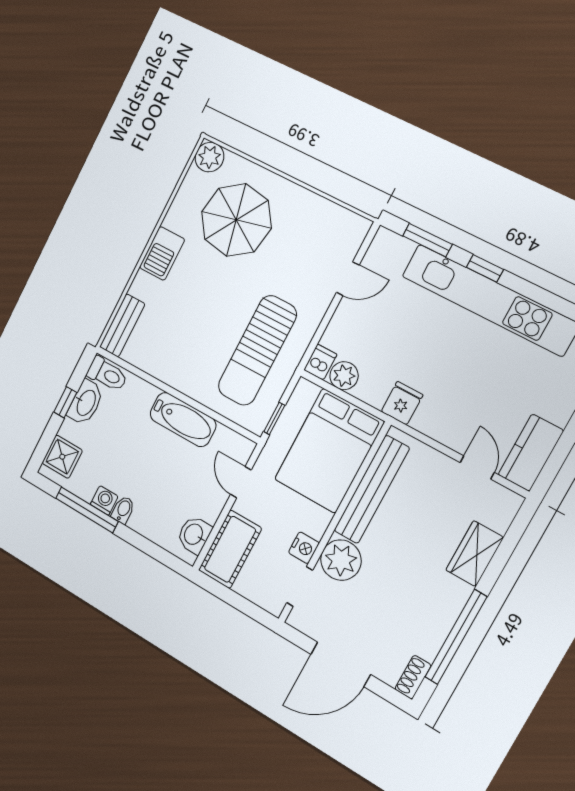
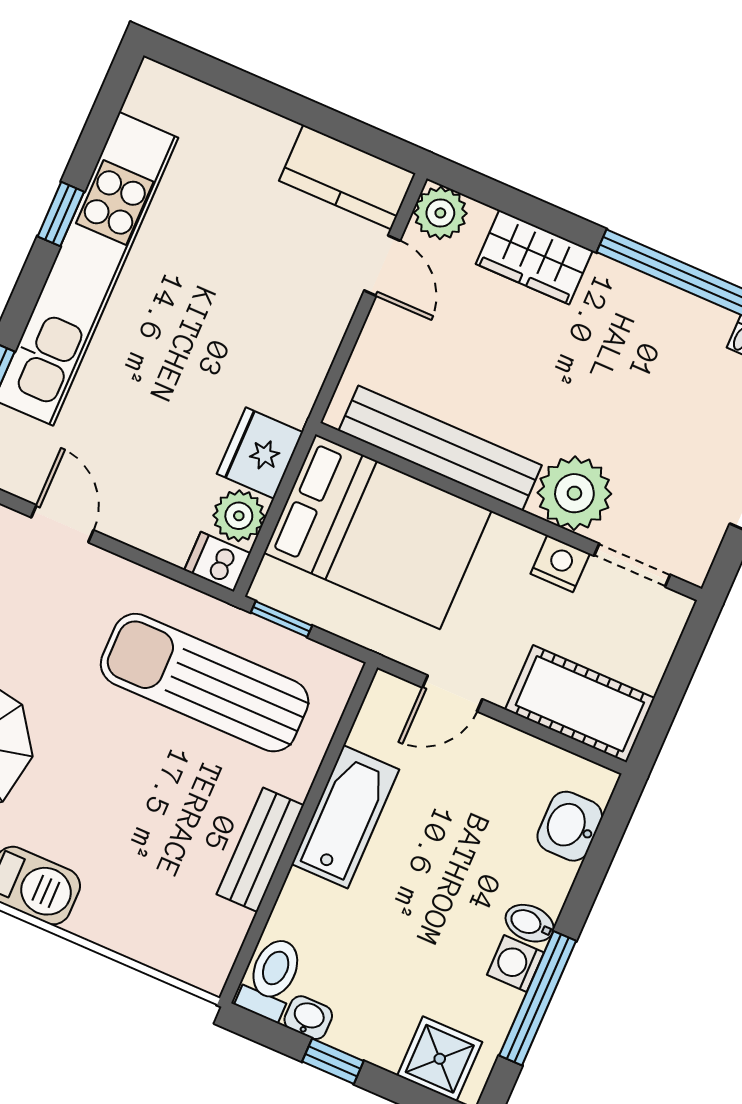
window: (485, 268) -> (61, 214), moved
bench: (122, 325) -> (260, 850), moved, turned 90
sun lounger: (257, 350) -> (205, 683), turned 180
washbasin: (86, 402) -> (308, 1018), width x0.52, depth x0.69
fridge: (402, 403) -> (260, 453), moved, width x1.38
window: (274, 418) -> (281, 619), moved
door: (477, 468) -> (382, 266), swing flipped
plant: (505, 504) -> (440, 213), added
washbasin: (194, 535) -> (570, 826), moved, turned 90

